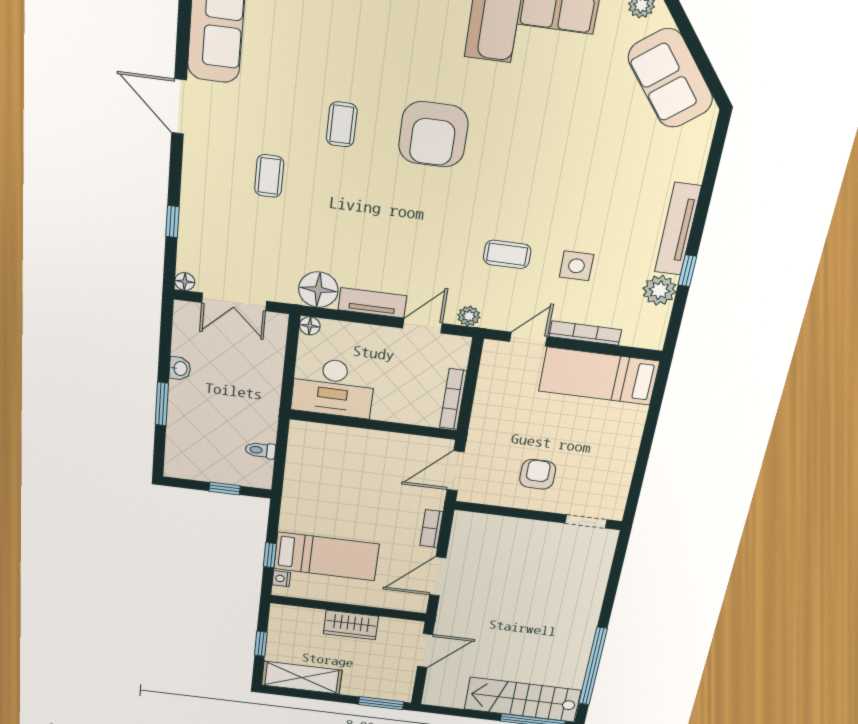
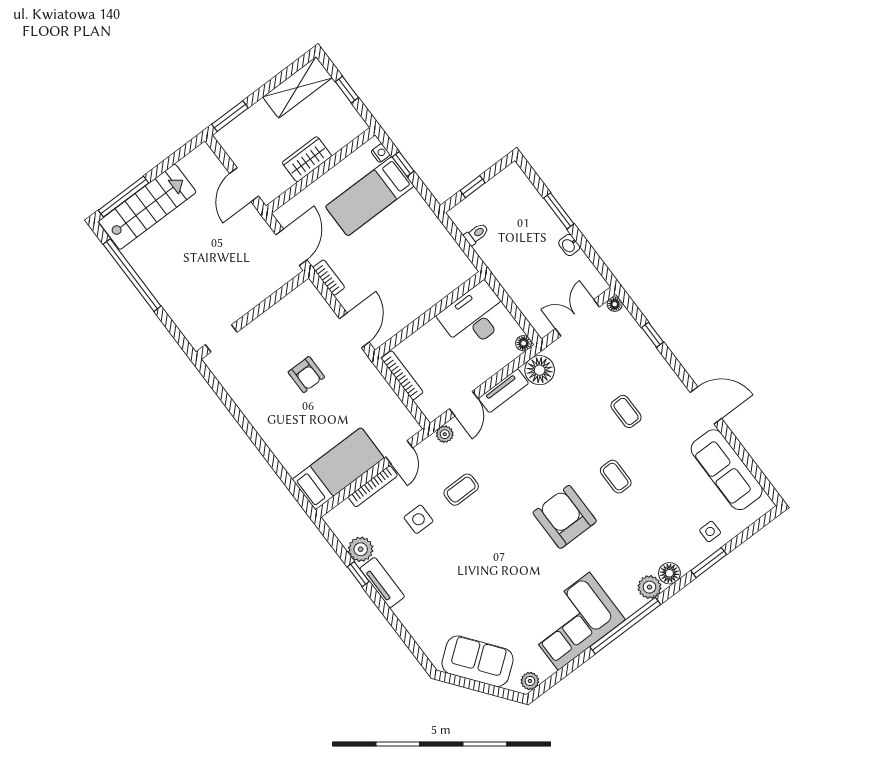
tv unit: (678, 229) -> (382, 583), width x0.71
wall: (538, 516) -> (252, 315), moved
doorway: (586, 521) -> (221, 338), moved

